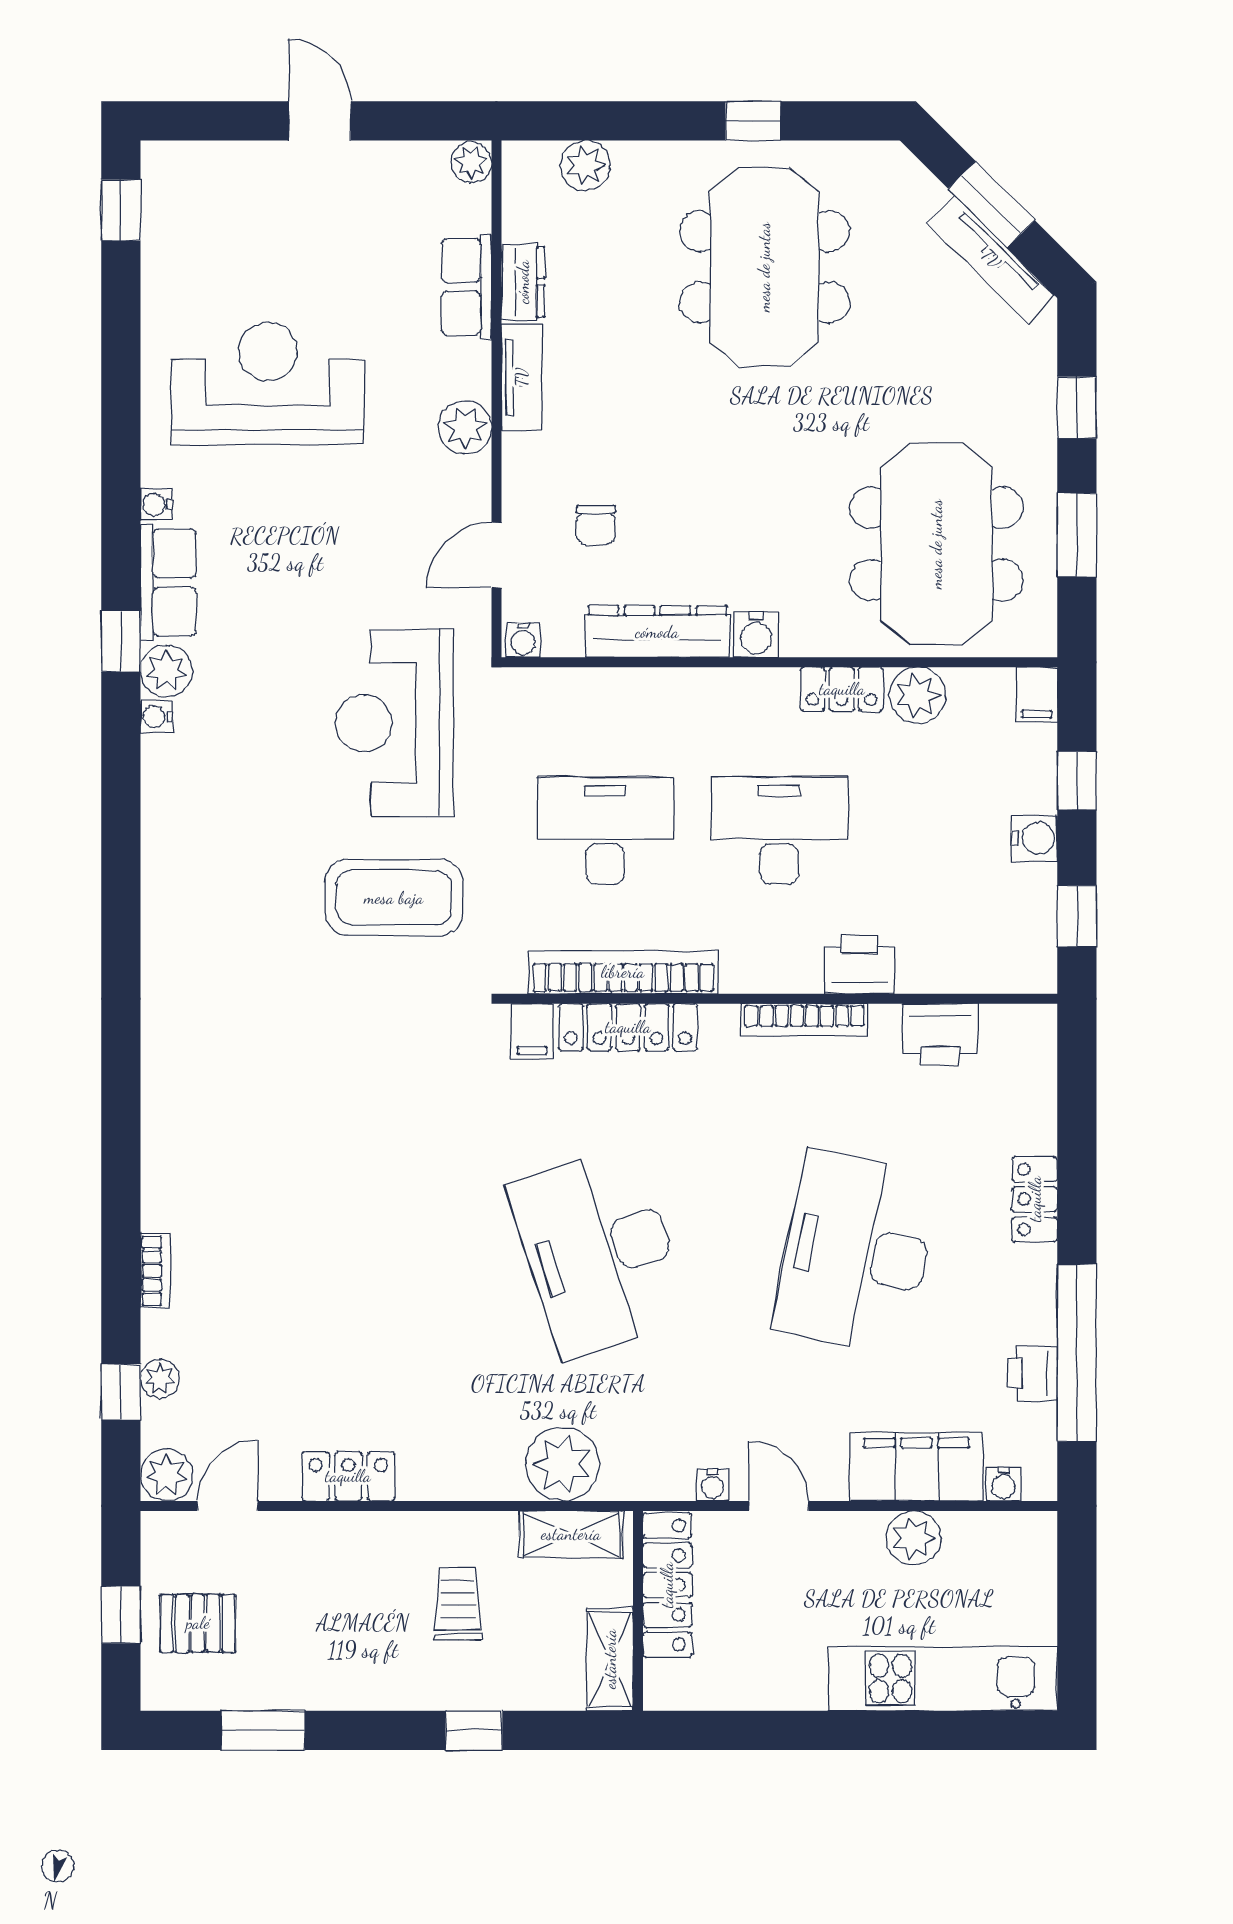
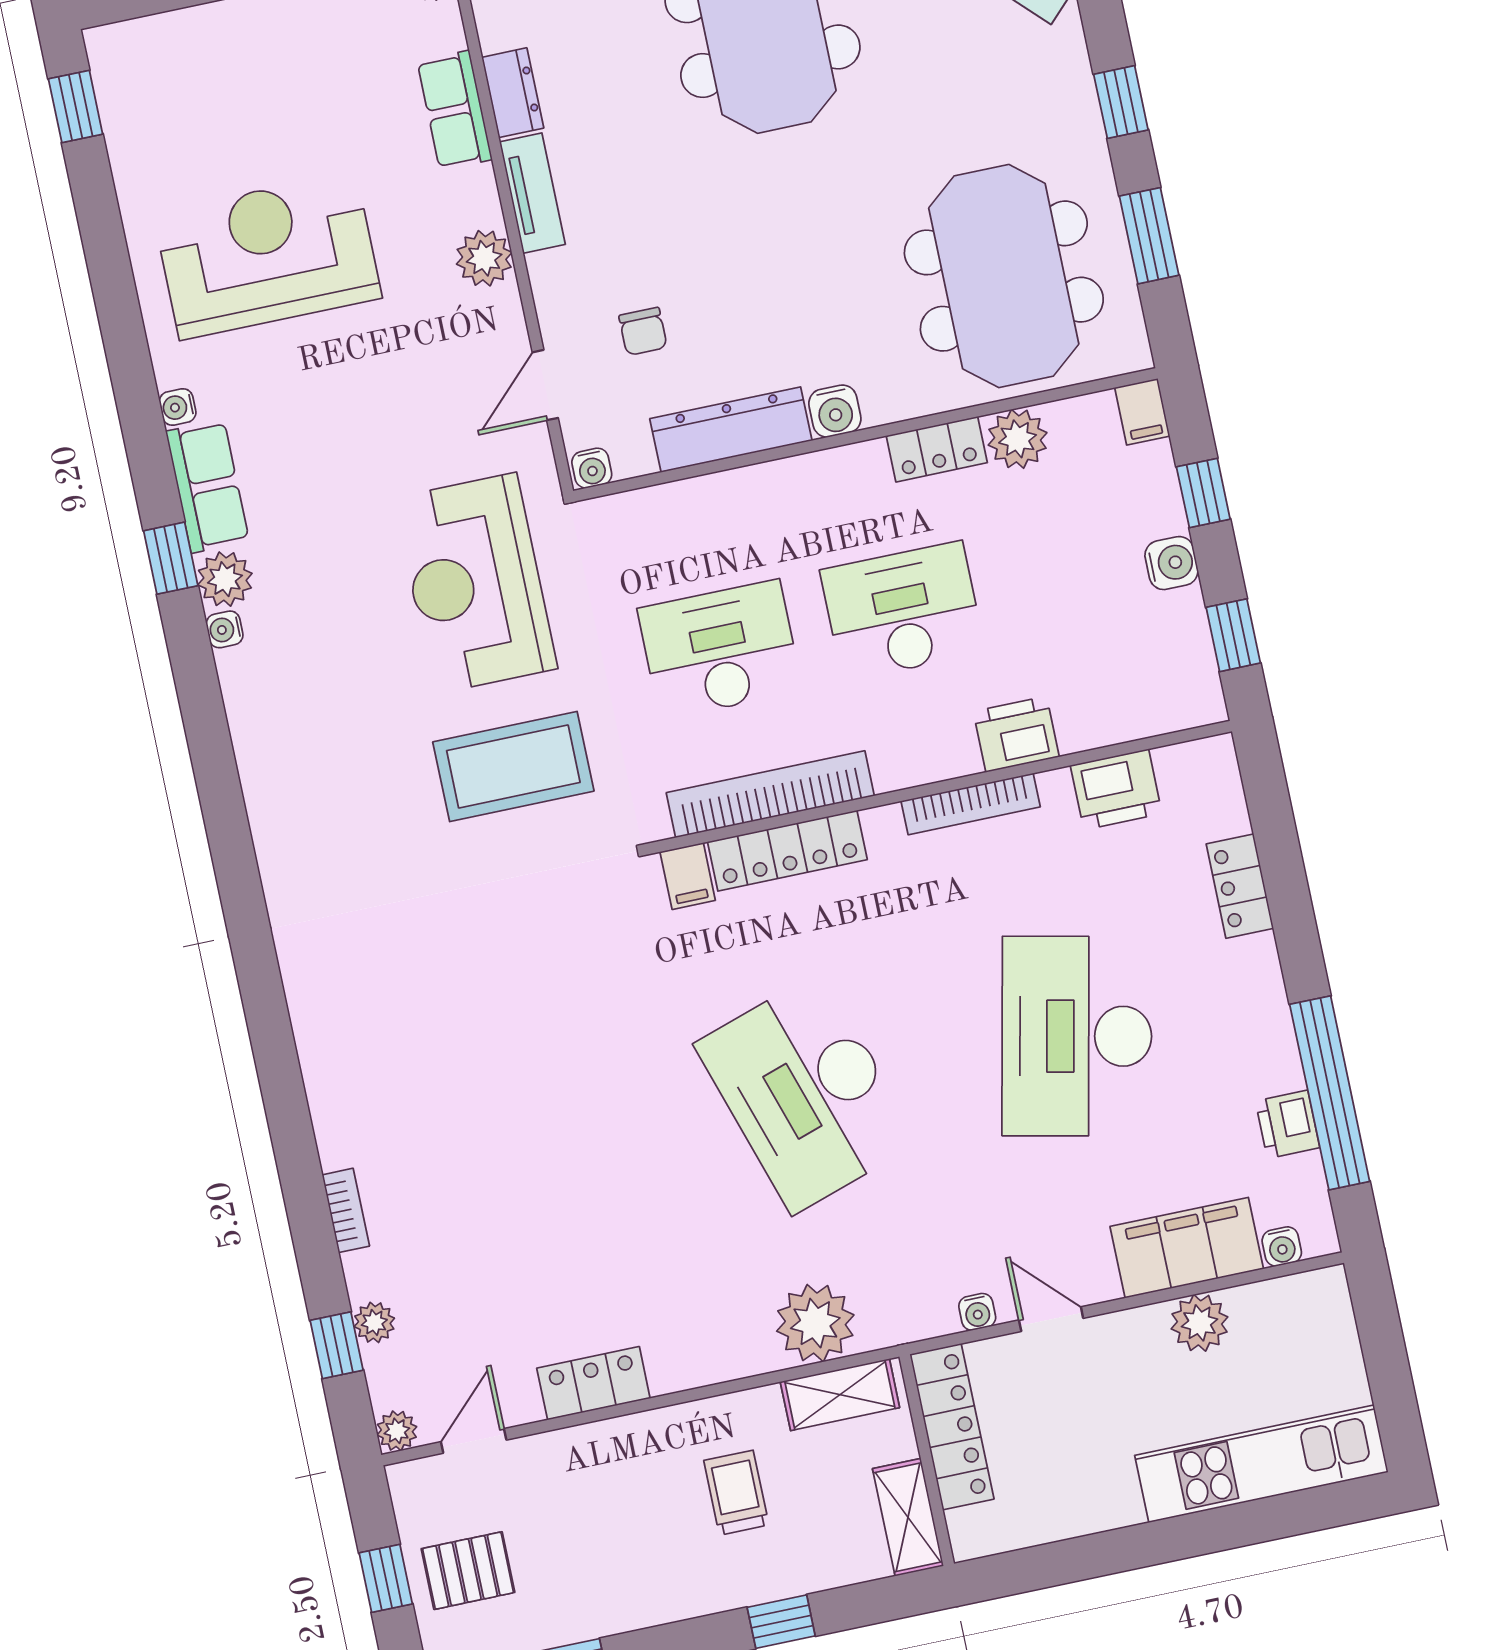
locker: (1035, 1199) -> (1240, 886), moved
plant: (167, 1475) -> (397, 1431), width x0.73, depth x0.73

